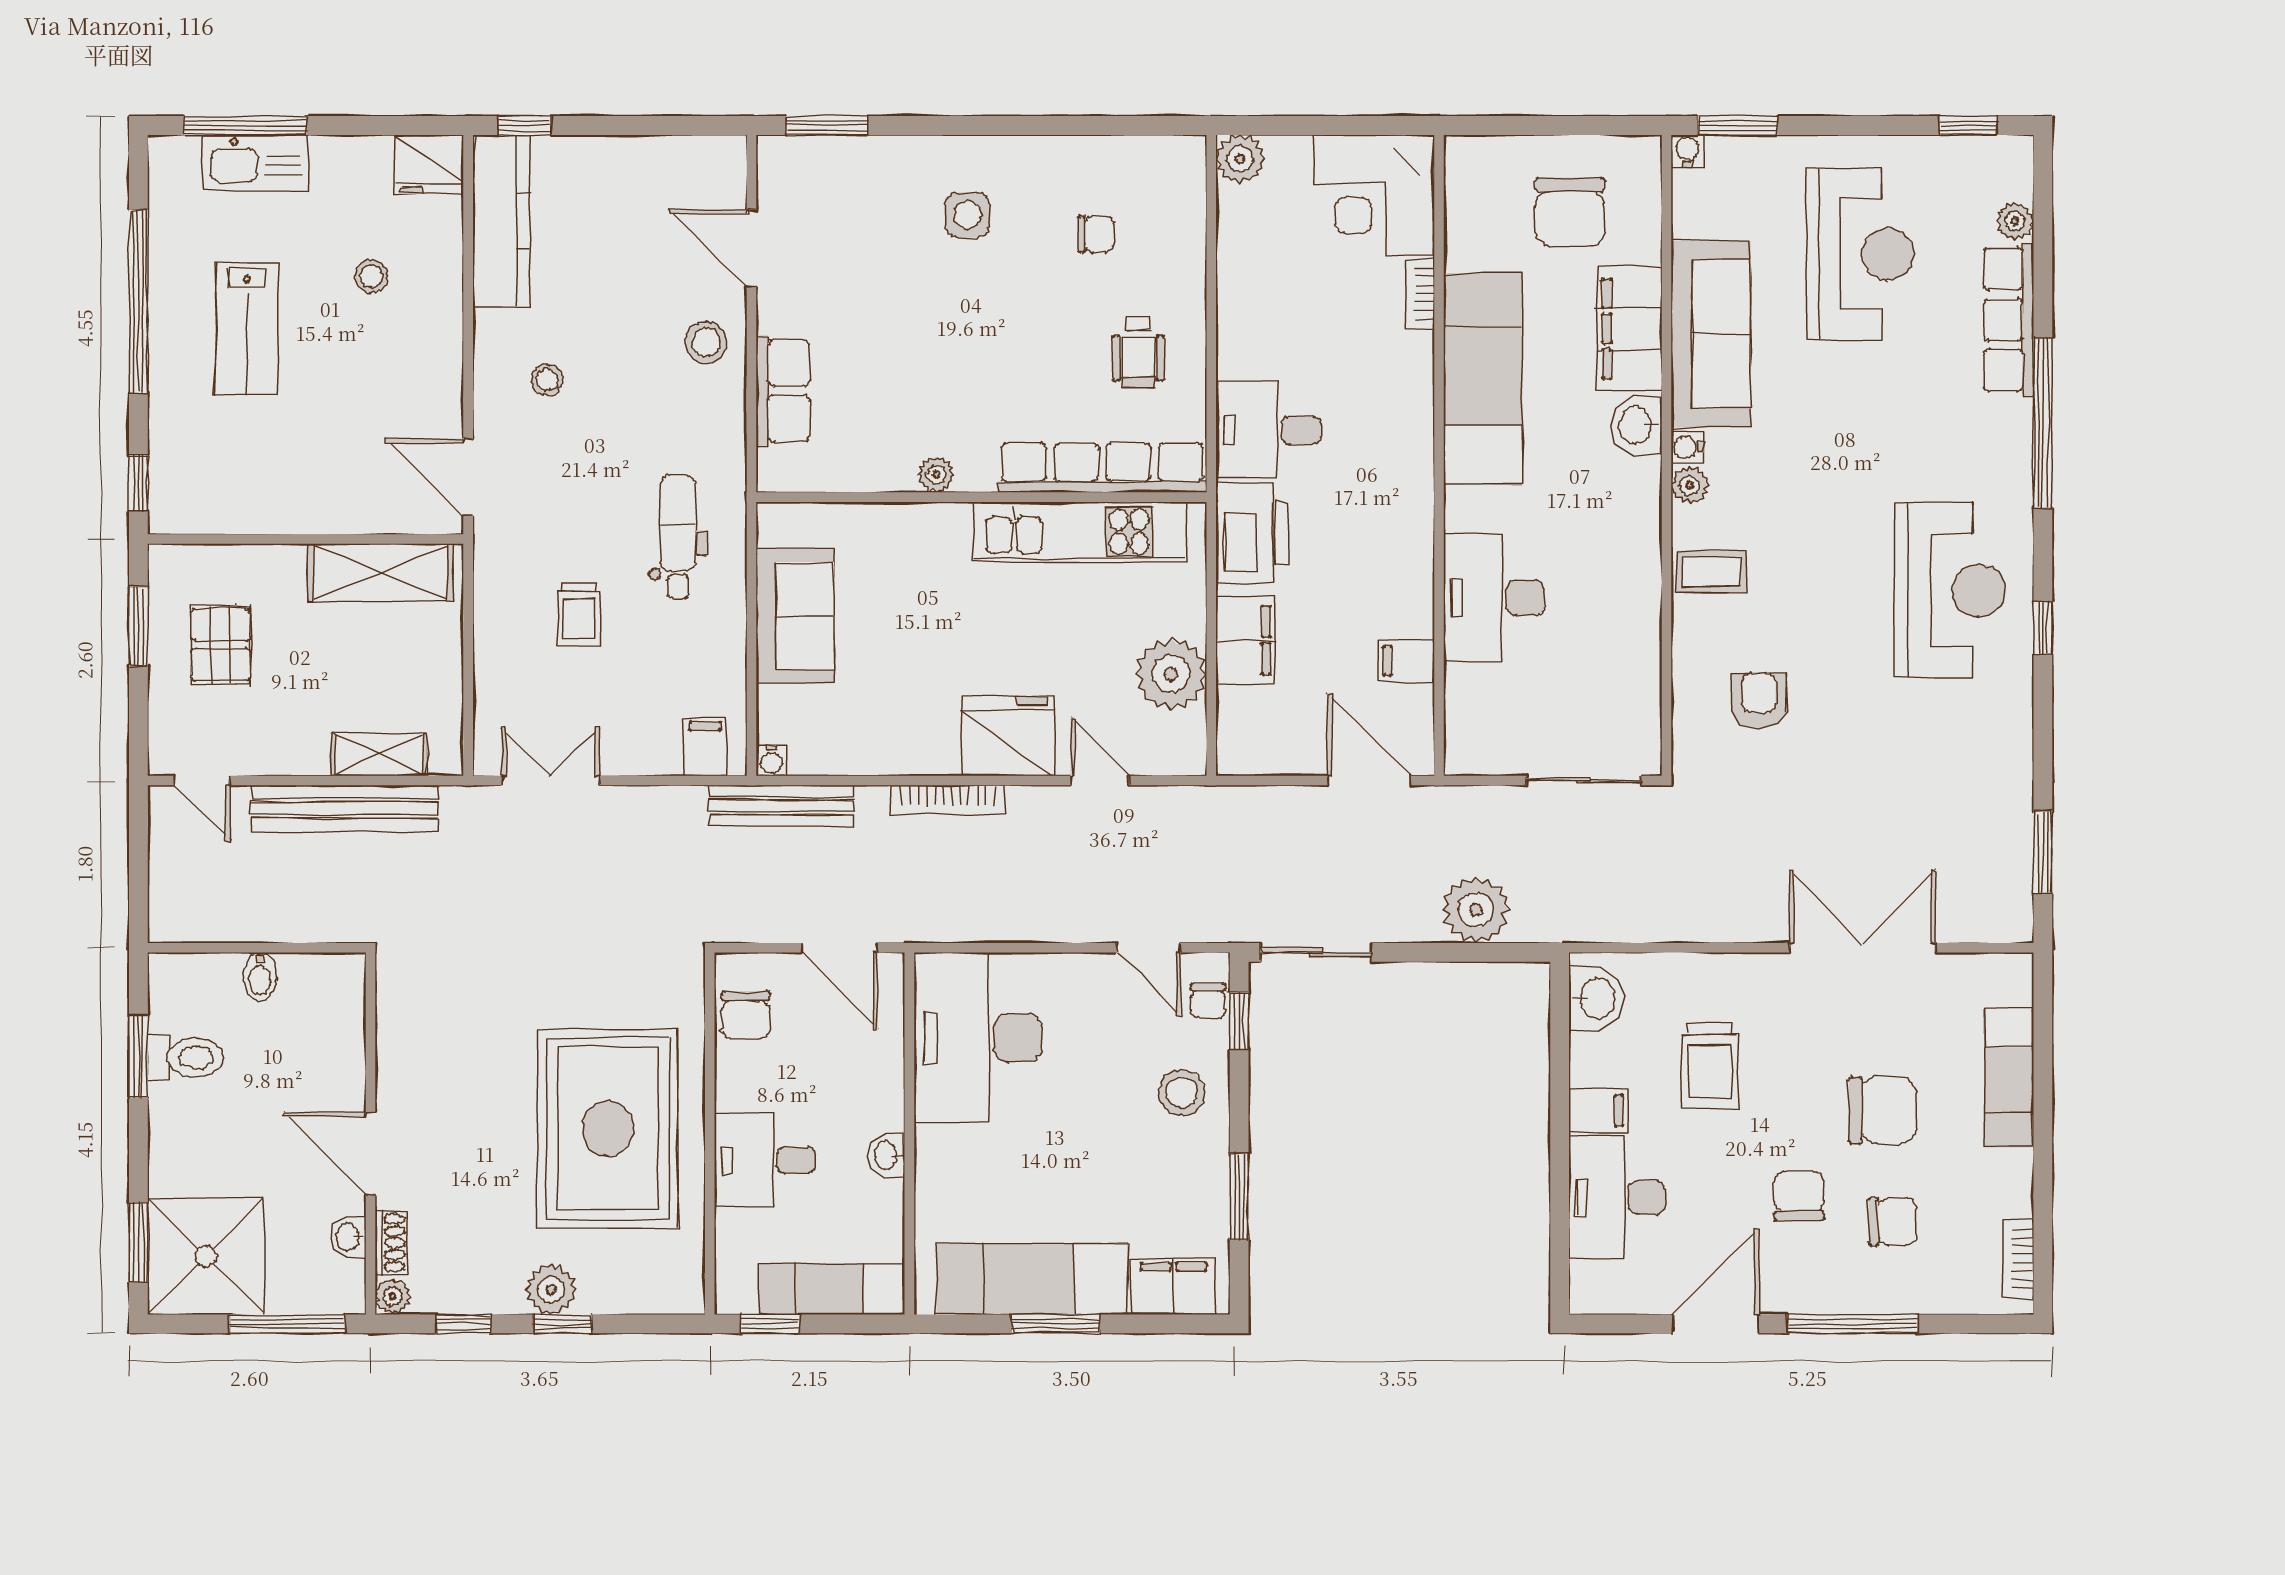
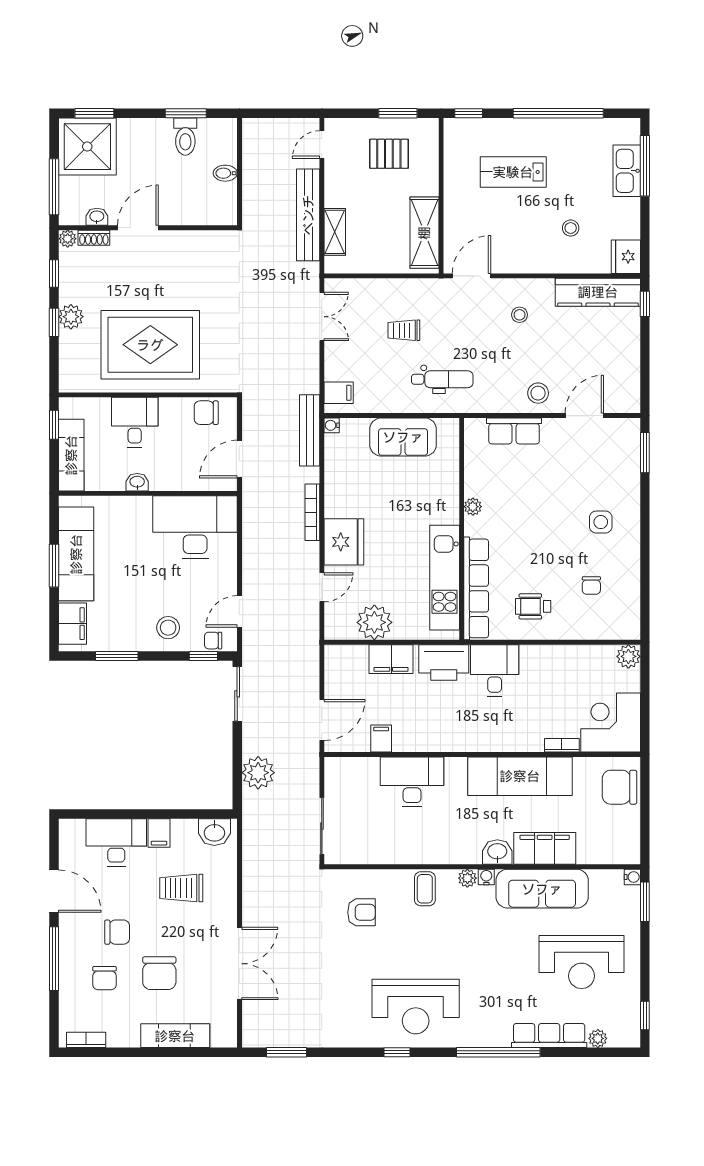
chair: (1570, 212) -> (619, 787), moved
lab bench: (247, 328) -> (513, 172), moved

